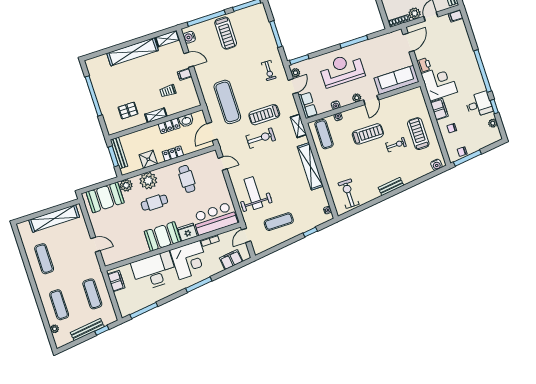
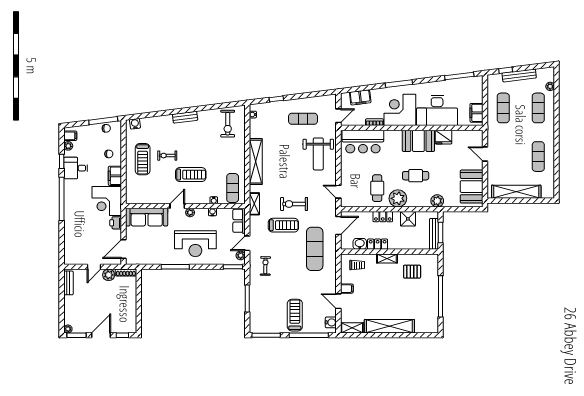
filing cabinet: (456, 16) -> (70, 136), moved
trolley: (168, 91) -> (357, 265), moved
treadmill: (368, 134) -> (191, 175), turned 180
plant: (148, 181) -> (398, 198), moved
booth: (105, 197) -> (472, 187), moved, turned 90
fridge: (187, 232) -> (443, 137), moved

